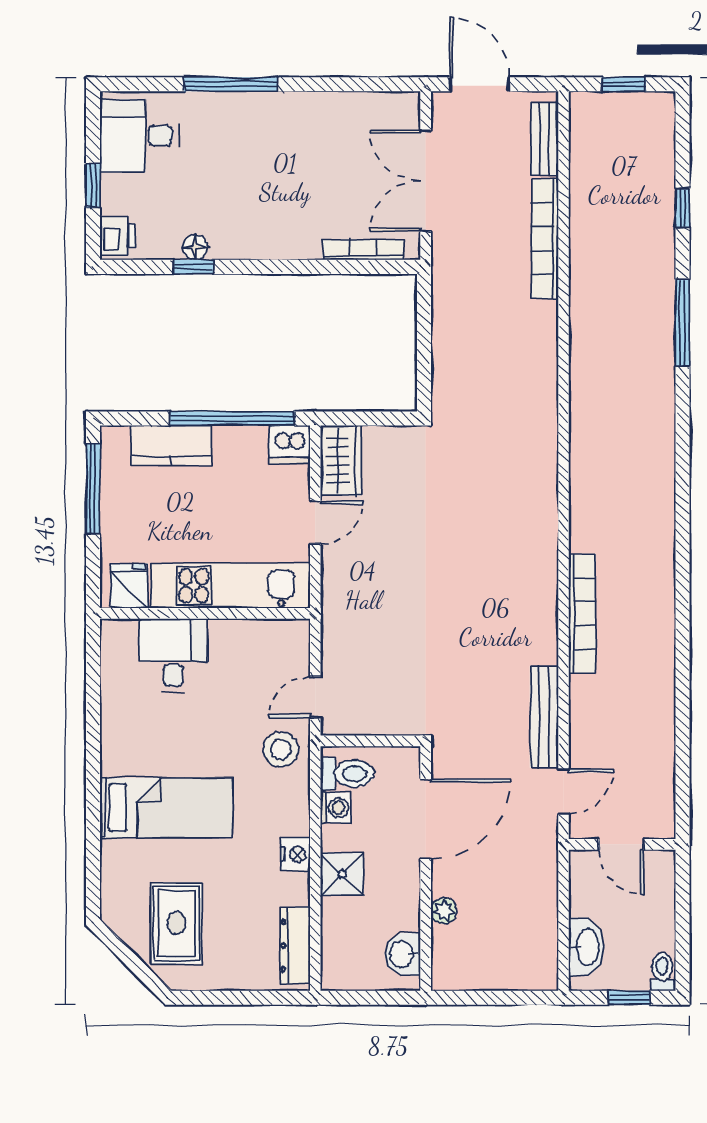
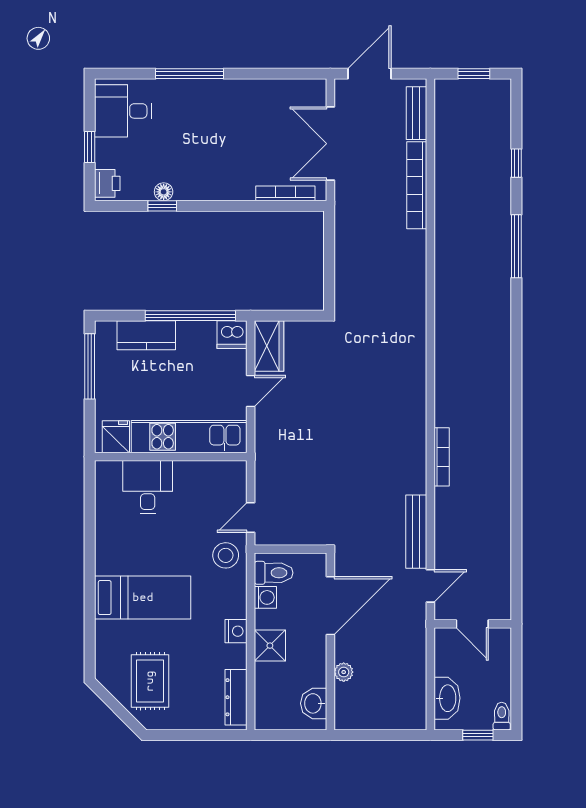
door: (480, 84) -> (370, 74), hinge flipped
bookcase: (582, 614) -> (442, 457), width x0.68, depth x0.76

